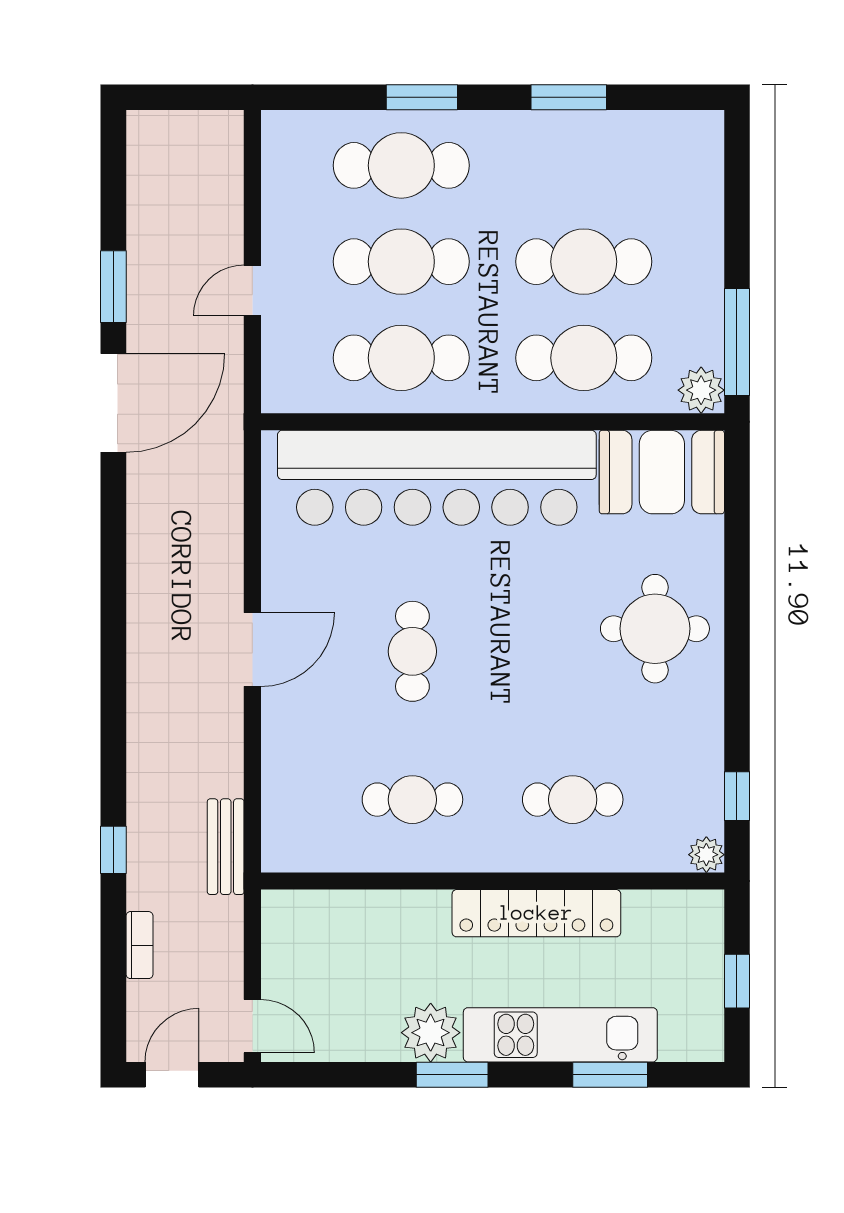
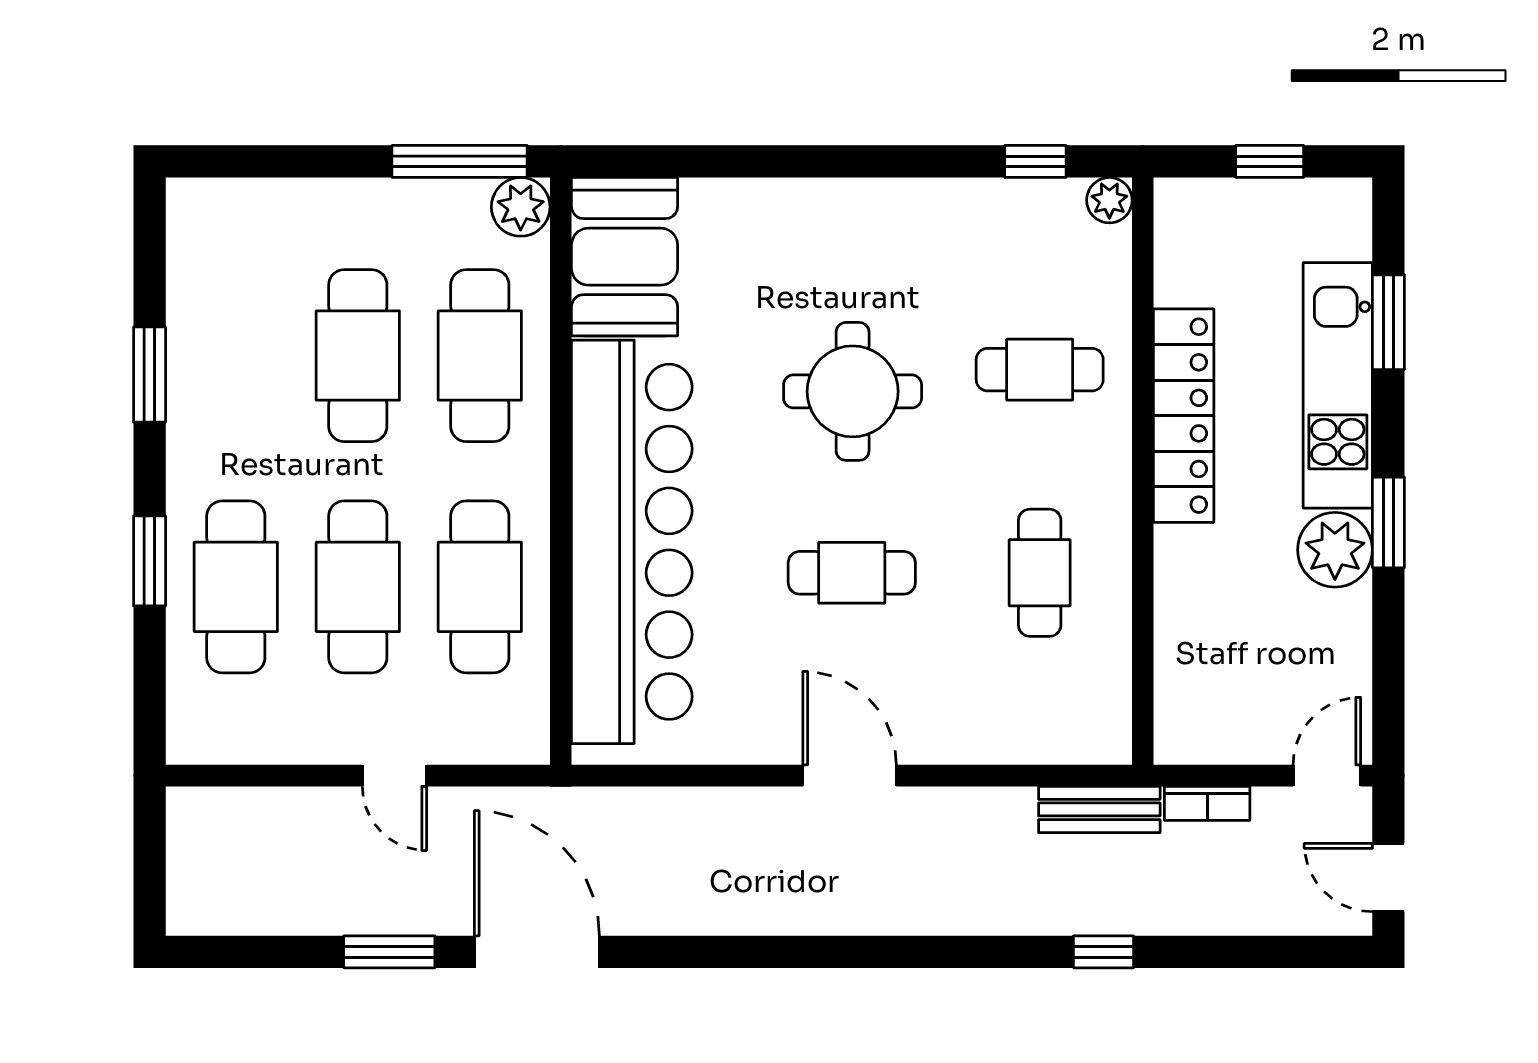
round table: (655, 629) -> (853, 391), moved
cafe table: (573, 800) -> (1040, 370), turned 90
bookcase: (139, 945) -> (1207, 803), moved, turned 180

